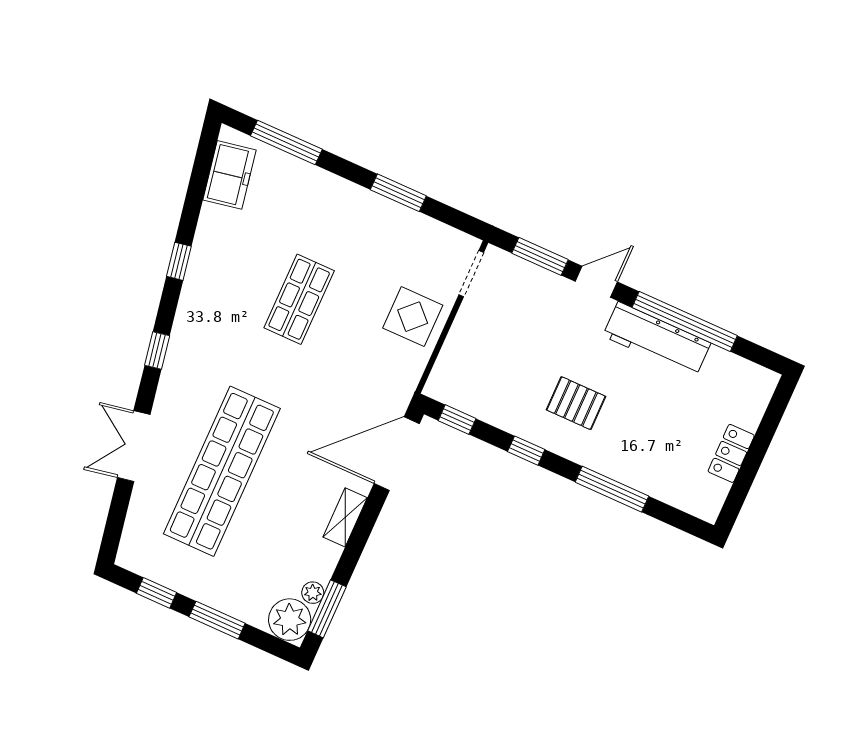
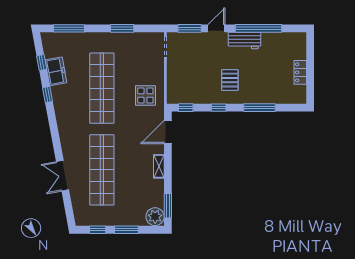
freezer: (229, 175) -> (56, 71), moved
shop shelf: (299, 299) -> (102, 88), width x2.00, depth x1.36
display table: (413, 317) -> (145, 95), moved
workbench: (657, 339) -> (244, 40), width x0.73
window: (157, 350) -> (42, 63), moved
pallet: (576, 403) -> (230, 80), turned 90
door: (397, 454) -> (168, 132), width x0.73
plant: (313, 593) -> (159, 202), removed

